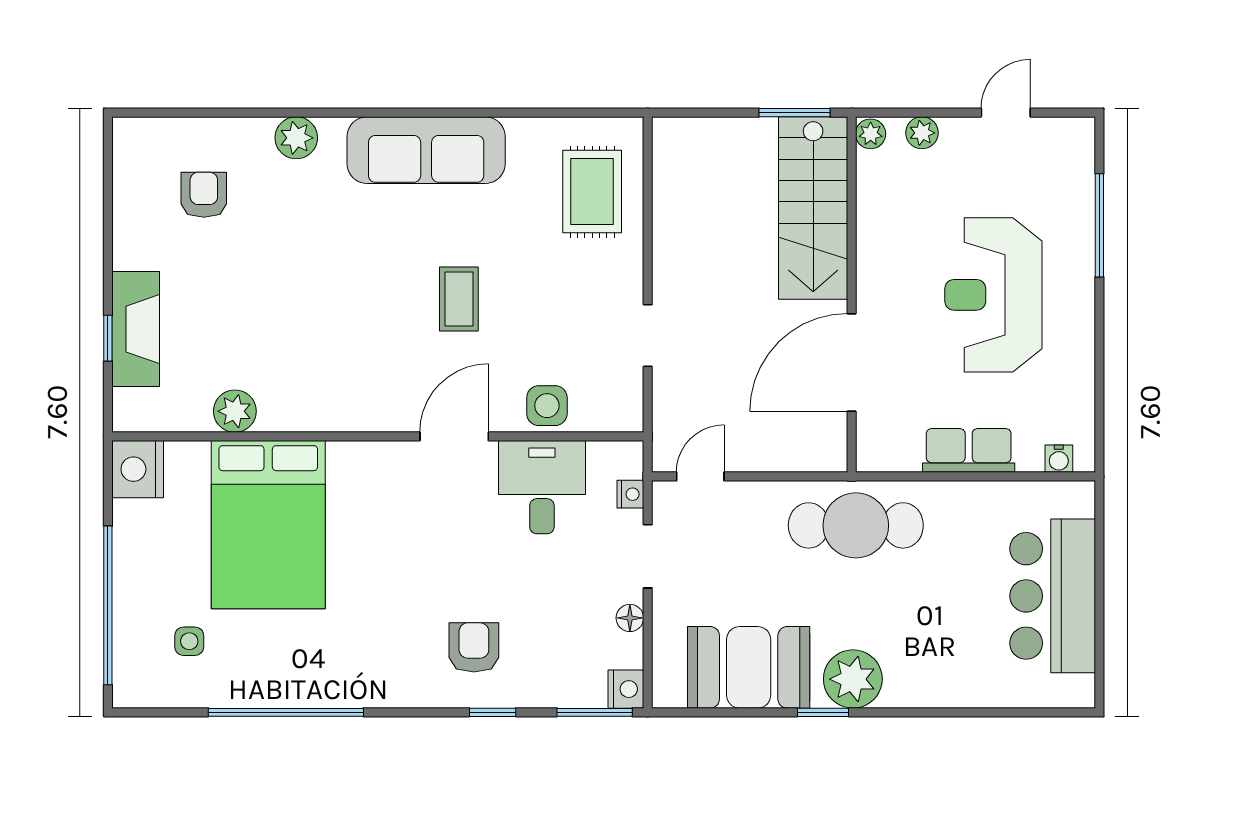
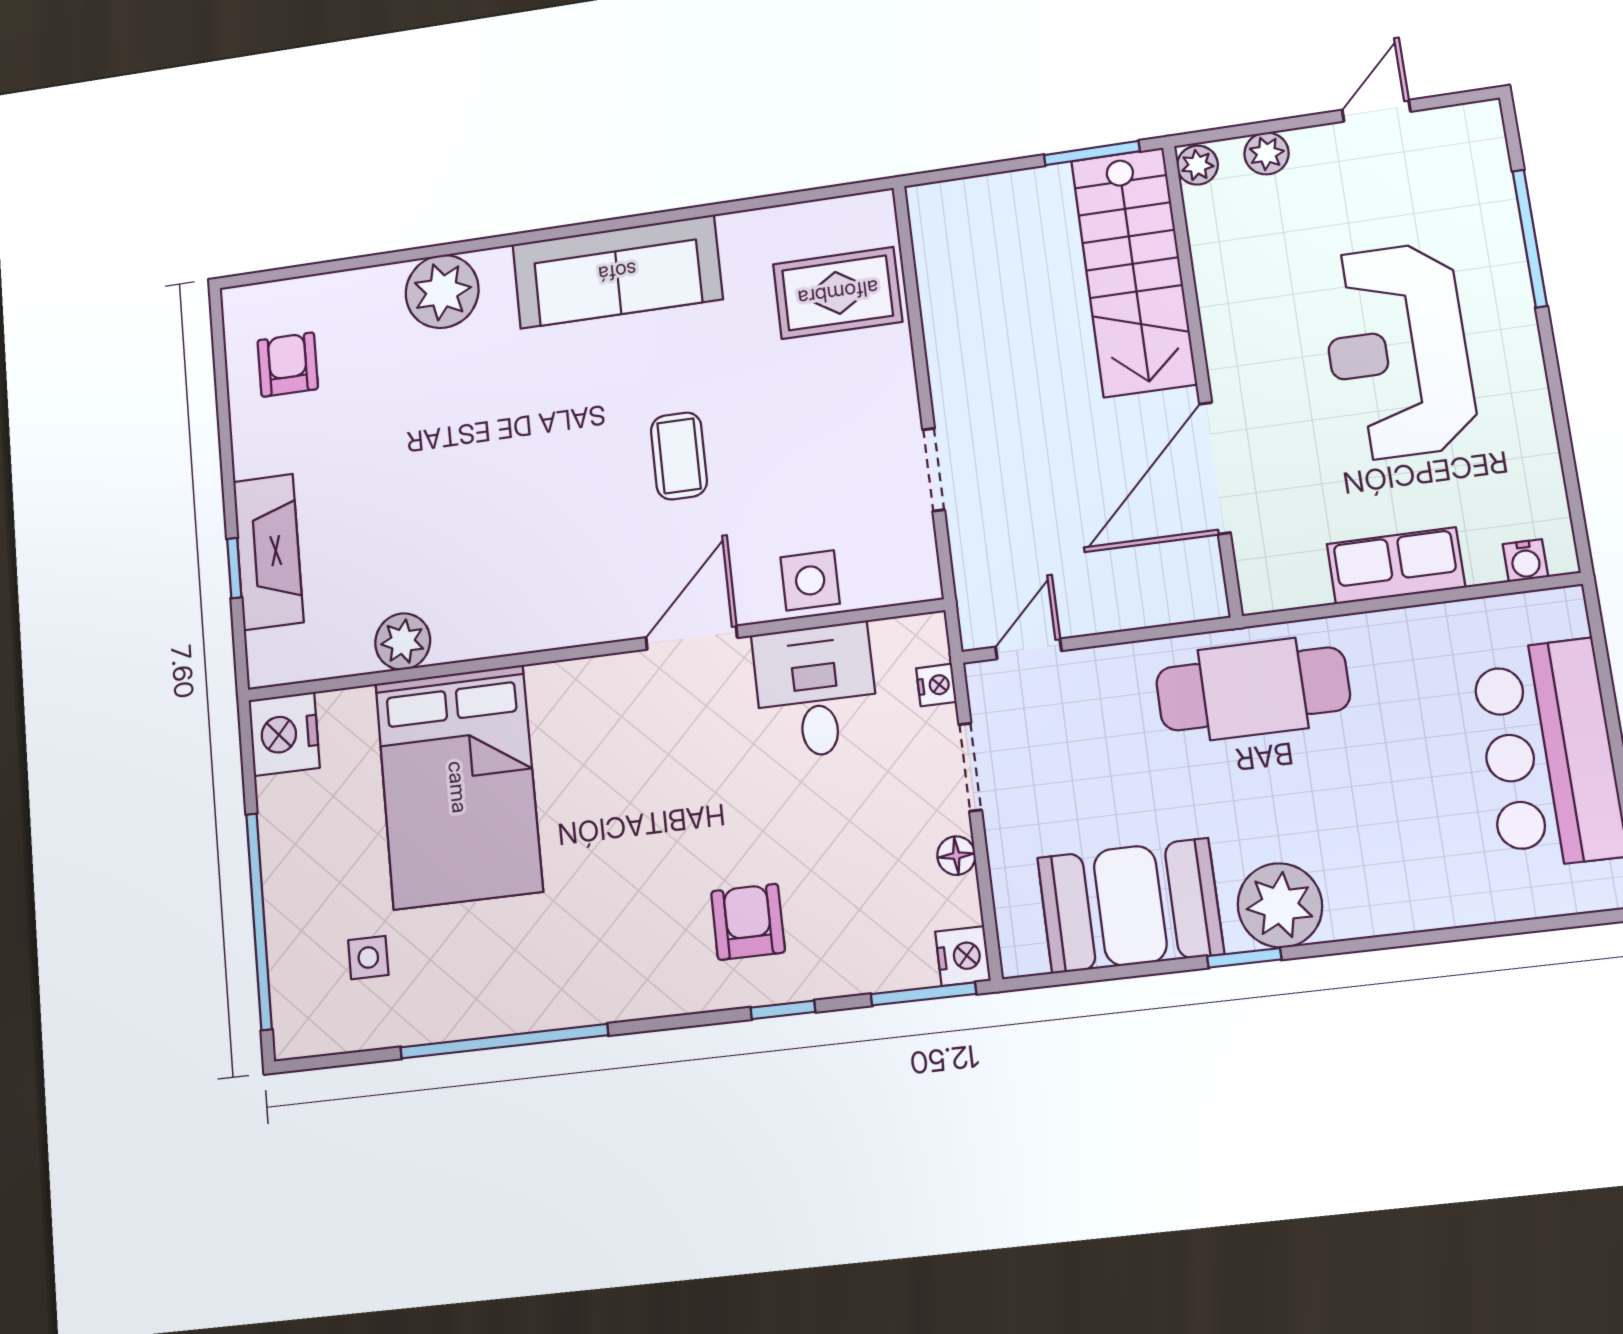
plant: (296, 138) -> (442, 291), width x1.36, depth x1.36
rug: (592, 192) -> (838, 293), turned 90
armchair: (204, 195) -> (288, 365), moved

